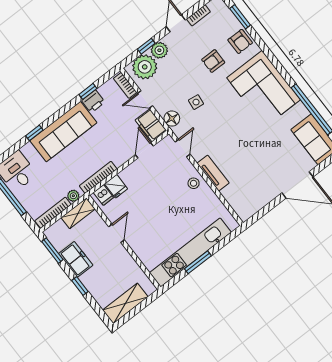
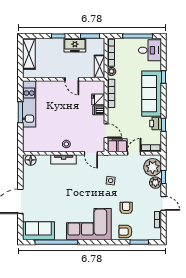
floor lamp: (172, 119) -> (31, 160), moved
dishwasher: (103, 195) -> (99, 110), moved
kitchen unit: (190, 252) -> (29, 104), width x0.73

